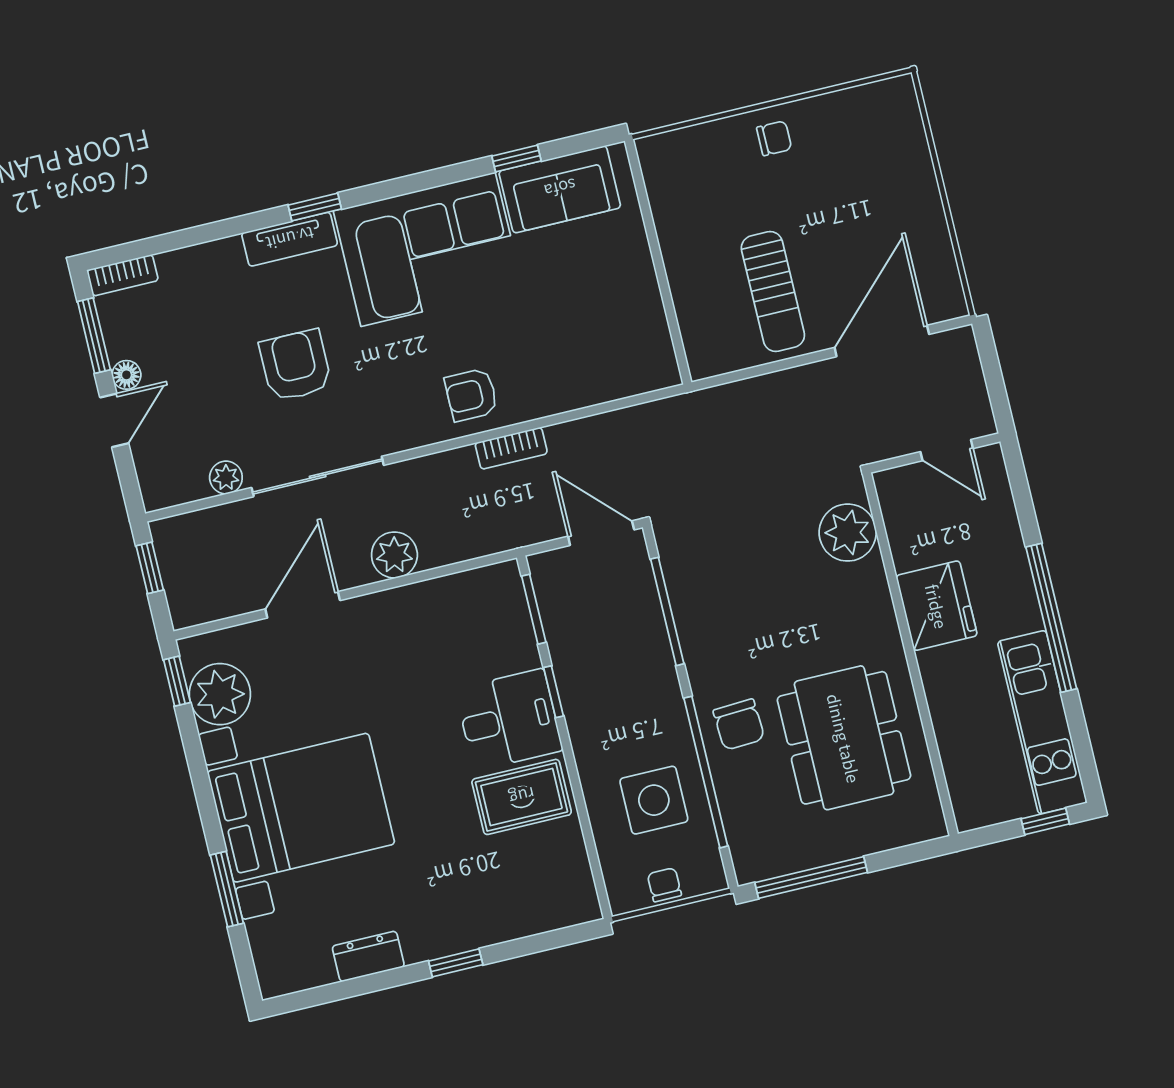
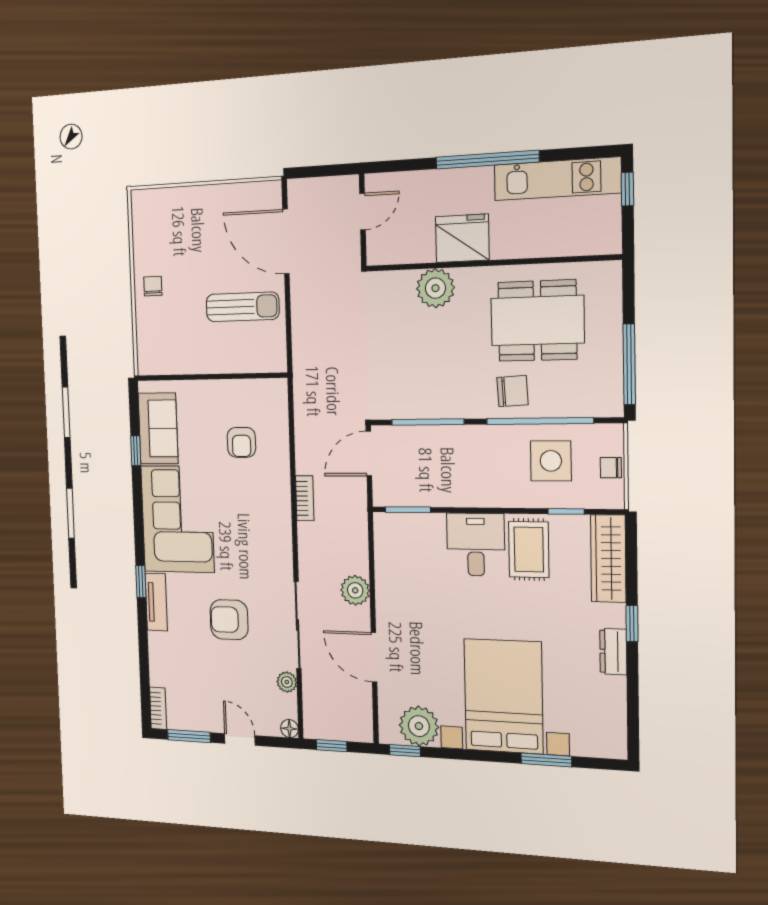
floor lamp: (126, 375) -> (289, 729), moved
armchair: (471, 395) -> (241, 442), moved
plant: (848, 533) -> (435, 288), moved
window: (554, 692) -> (566, 511), moved
wardrobe: (538, 910) -> (608, 559), added
dresser: (368, 956) -> (613, 652), moved

